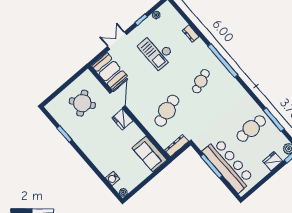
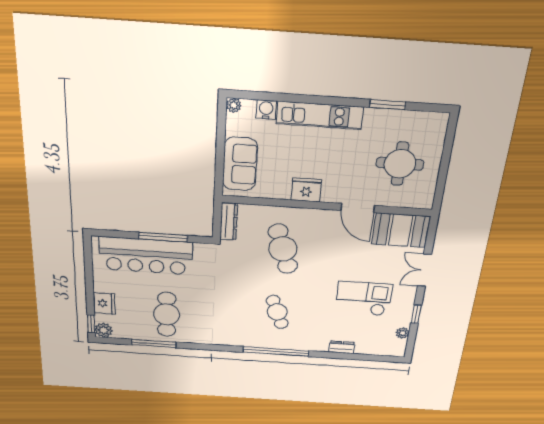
double door: (117, 40) -> (424, 270), swing flipped
round table: (82, 103) -> (400, 164), turned 37
fridge: (122, 119) -> (306, 190), moved
sofa: (149, 154) -> (240, 164), moved, turned 90
kitchen unit: (94, 155) -> (320, 115), added

